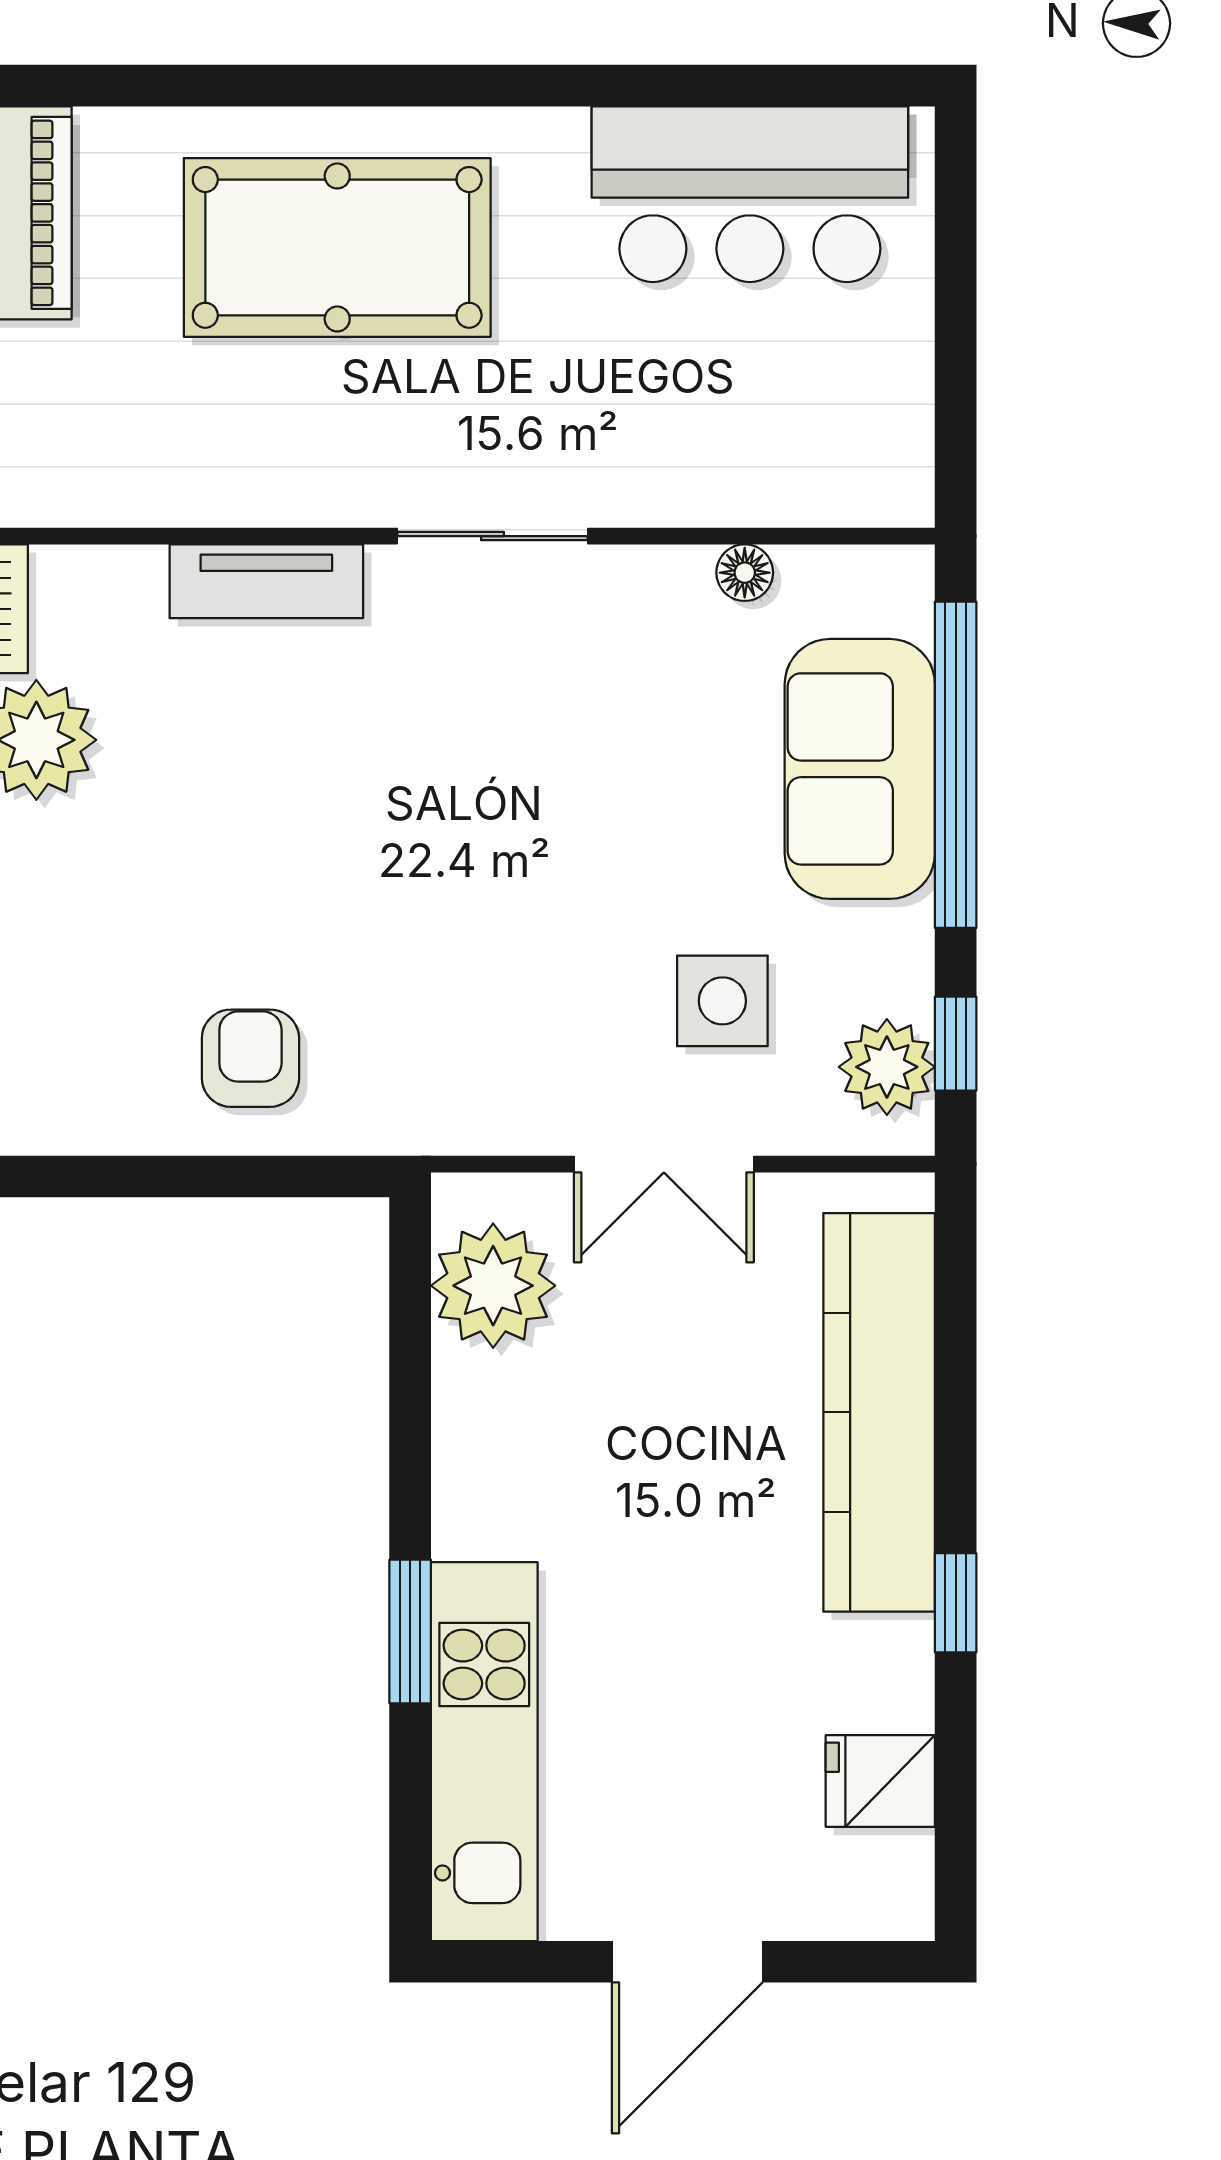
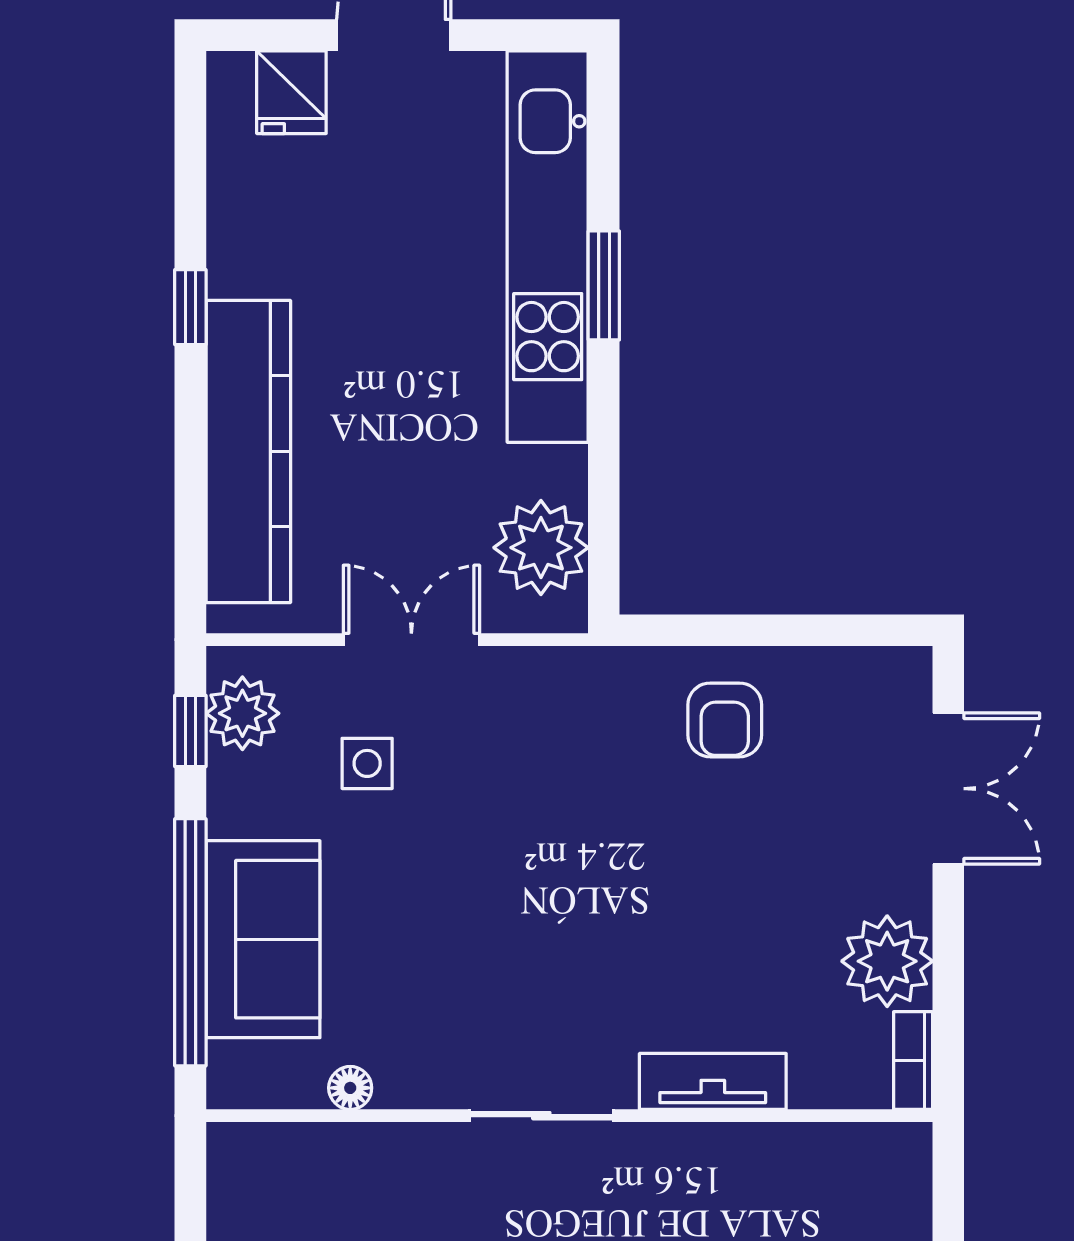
side table: (722, 1001) -> (367, 763), width x0.73, depth x0.73
kitchen unit: (484, 1752) -> (548, 247), width x1.36
fridge: (880, 1781) -> (291, 92), moved, turned 90

